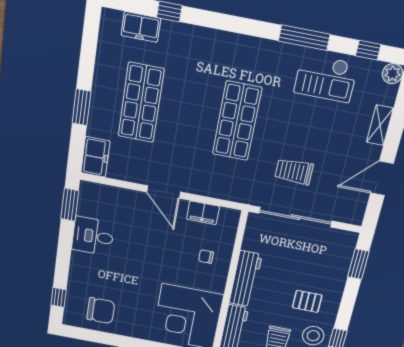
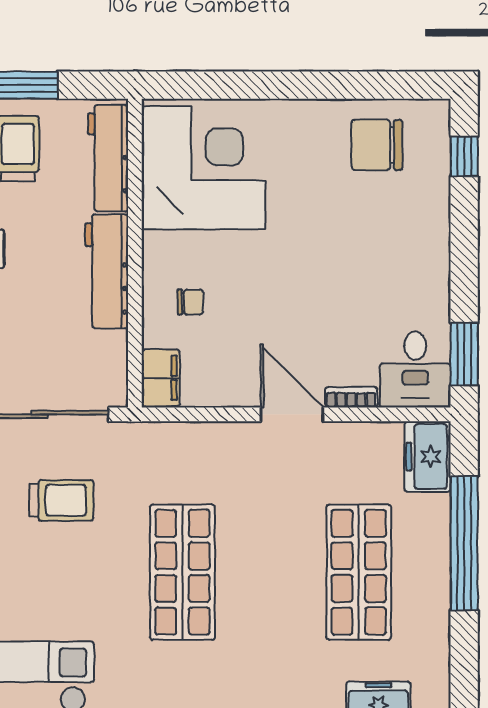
window: (82, 107) -> (464, 543), width x2.11
bookcase: (131, 195) -> (351, 397), added
filing cabinet: (203, 213) -> (161, 378), moved, turned 90
desk: (93, 236) -> (415, 369), moved, turned 90

